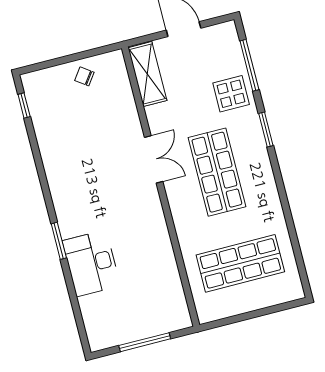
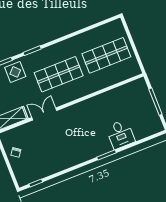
double door: (154, 159) -> (44, 114), moved
desk: (91, 263) -> (120, 134), width x0.73
shop shelf: (240, 263) -> (106, 55), turned 90

